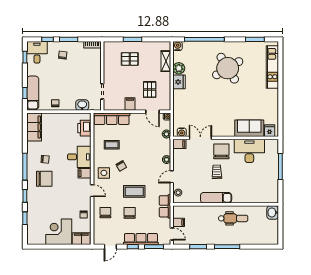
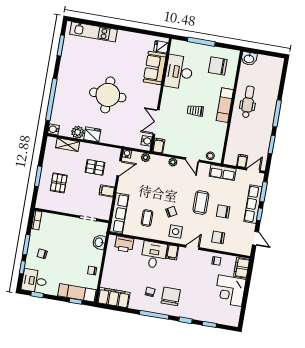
round table: (228, 68) -> (108, 95), moved, turned 32
chair: (221, 151) -> (218, 66), moved
exam couch: (216, 198) -> (225, 105), moved

